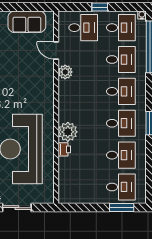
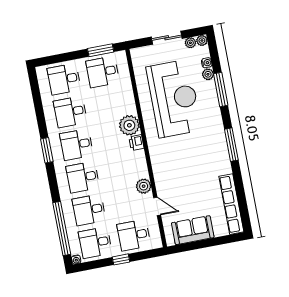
printer: (64, 149) -> (136, 143), moved
desk: (83, 187) -> (103, 72), added
window: (122, 208) -> (101, 50), moved

